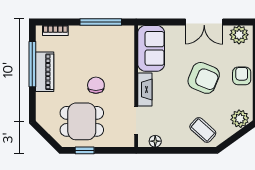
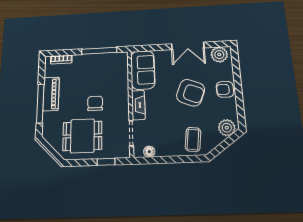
window: (32, 64) -> (40, 103), moved
armchair: (242, 76) -> (225, 89), turned -90
coffee table: (203, 130) -> (193, 139), turned 55
window: (85, 150) -> (106, 162), moved

